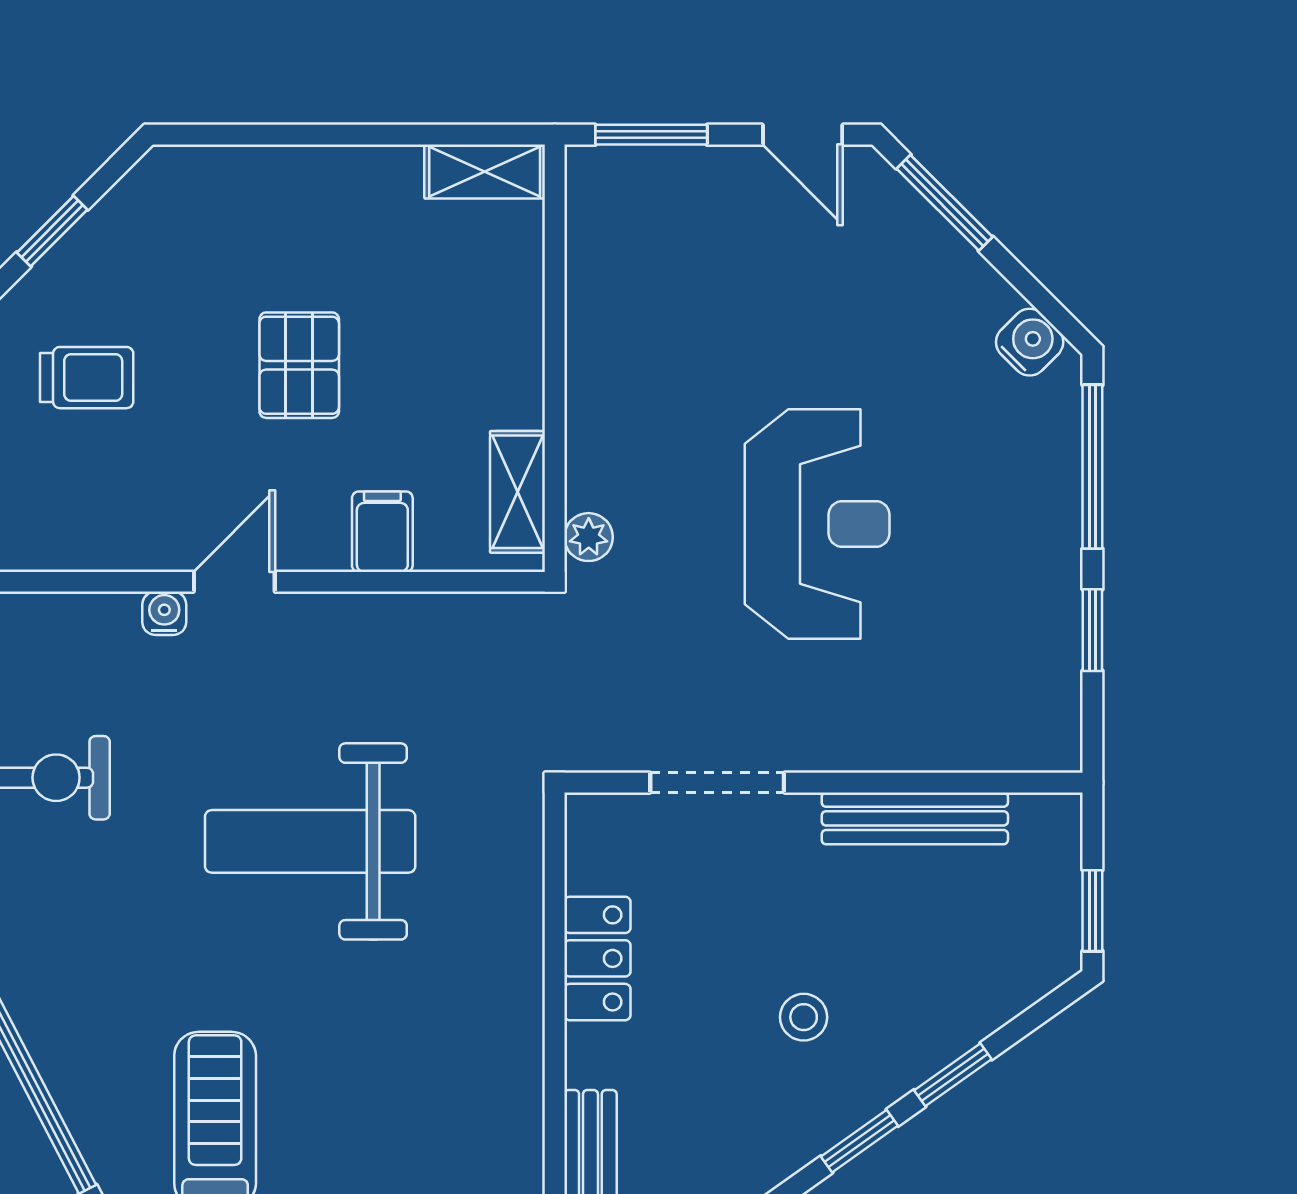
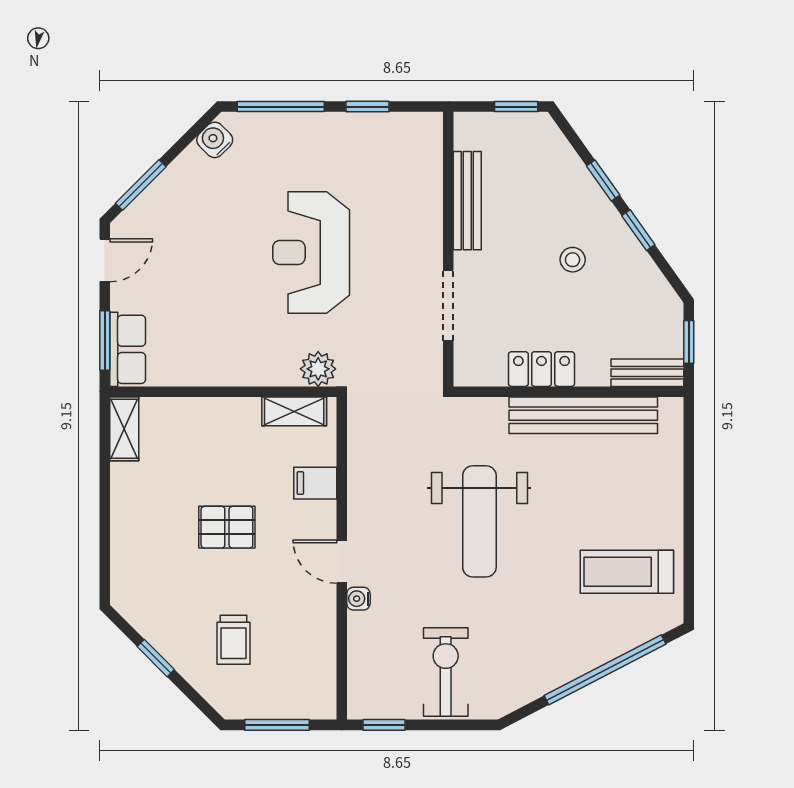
row of seats: (634, 178) -> (128, 349), added
trolley: (87, 378) -> (233, 640), turned 180
reception desk: (817, 524) -> (311, 253), turned -90
plant: (589, 537) -> (318, 369), width x1.38, depth x1.38
bench: (510, 1037) -> (583, 415), added

